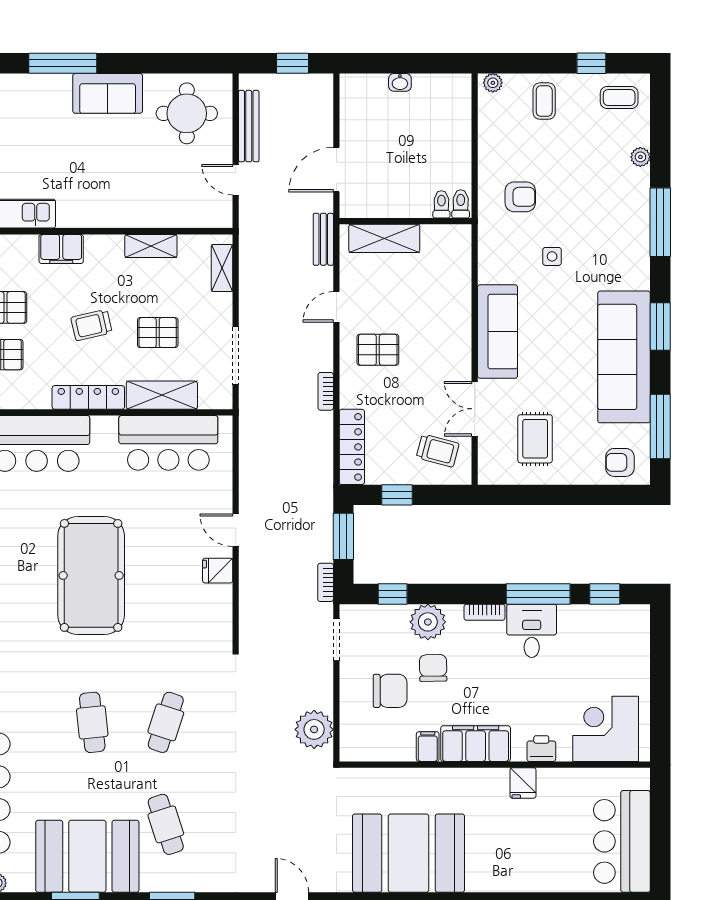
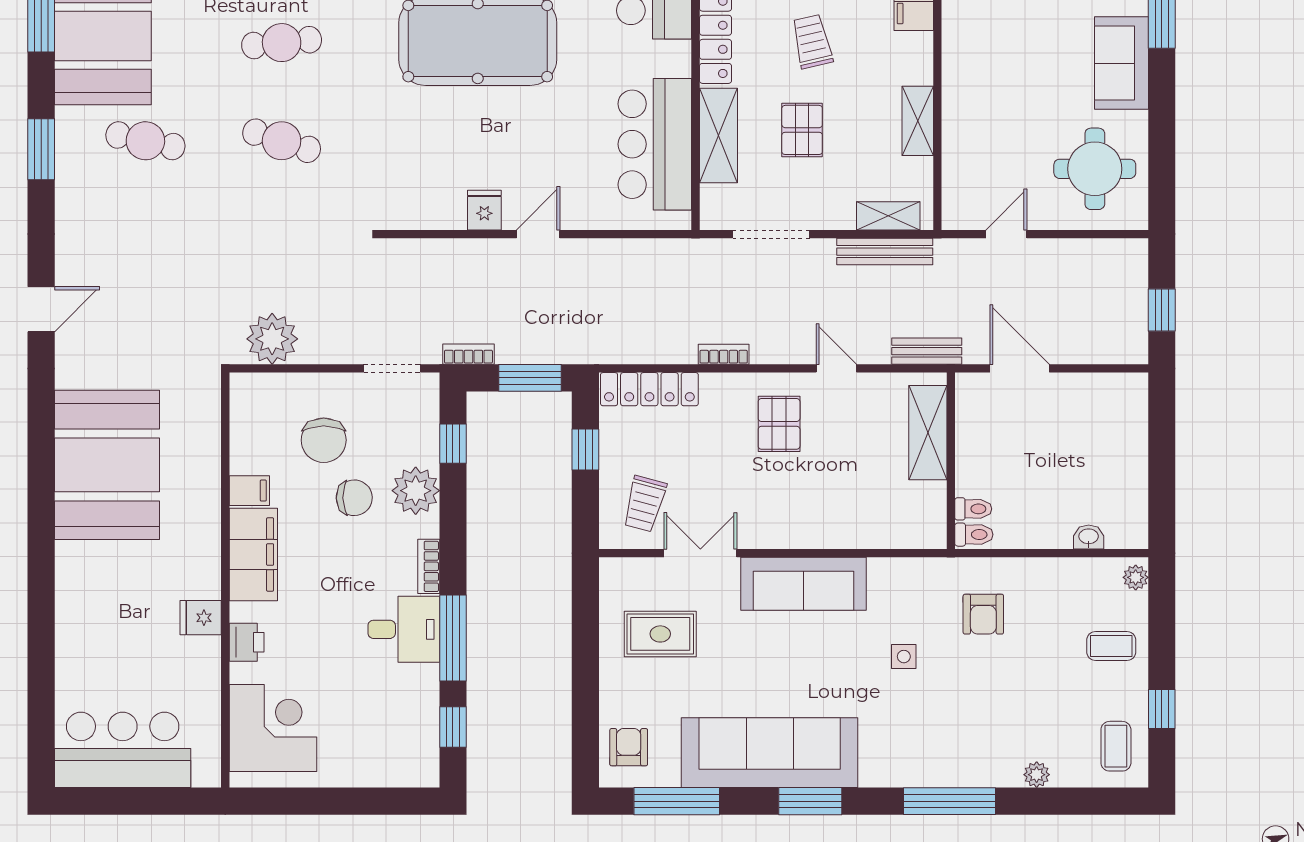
washbasin: (400, 82) -> (1089, 537), moved, turned 90
bench: (249, 126) -> (885, 252), moved
cafe table: (166, 824) -> (145, 141), turned 30

